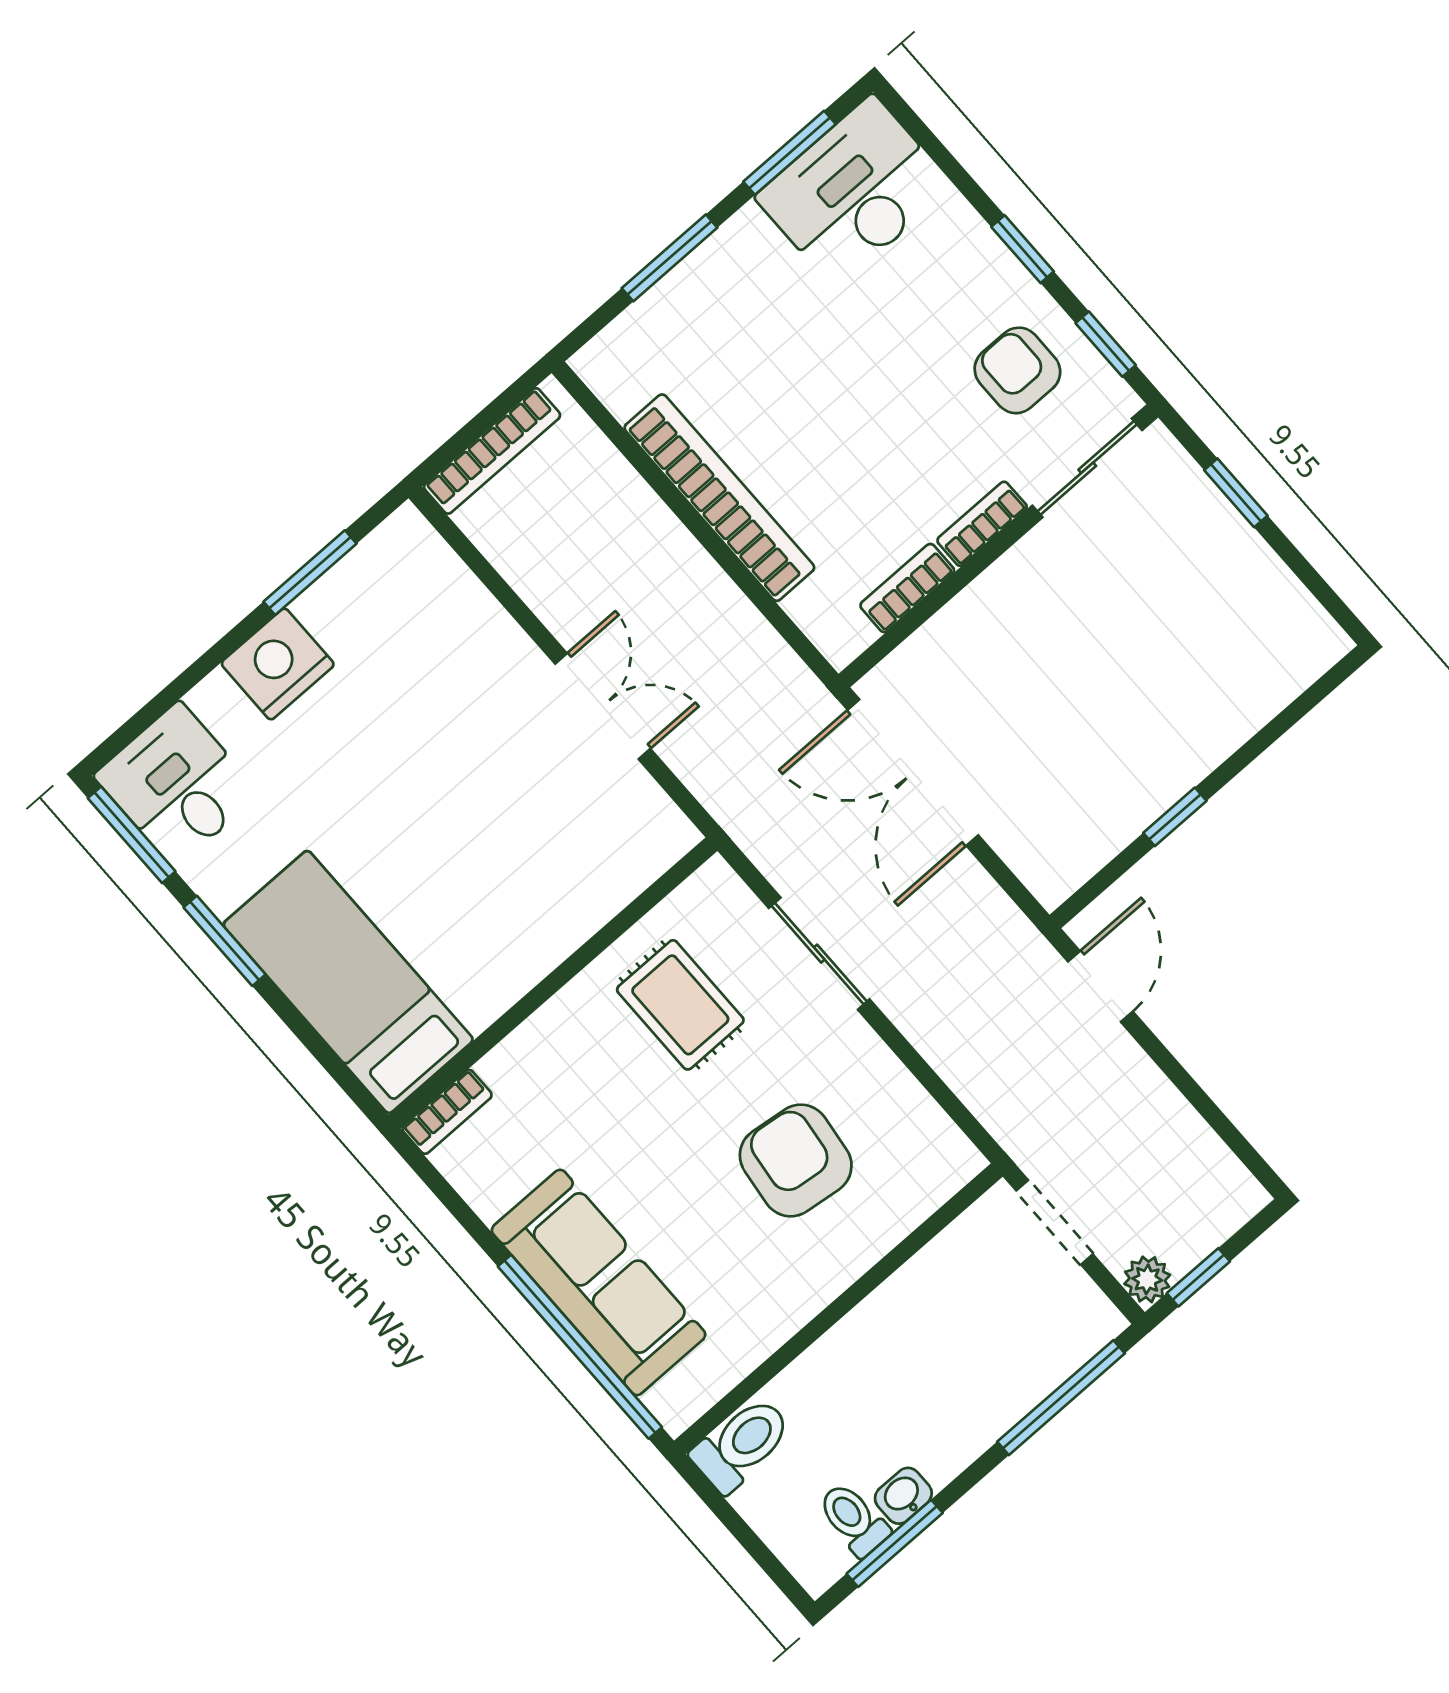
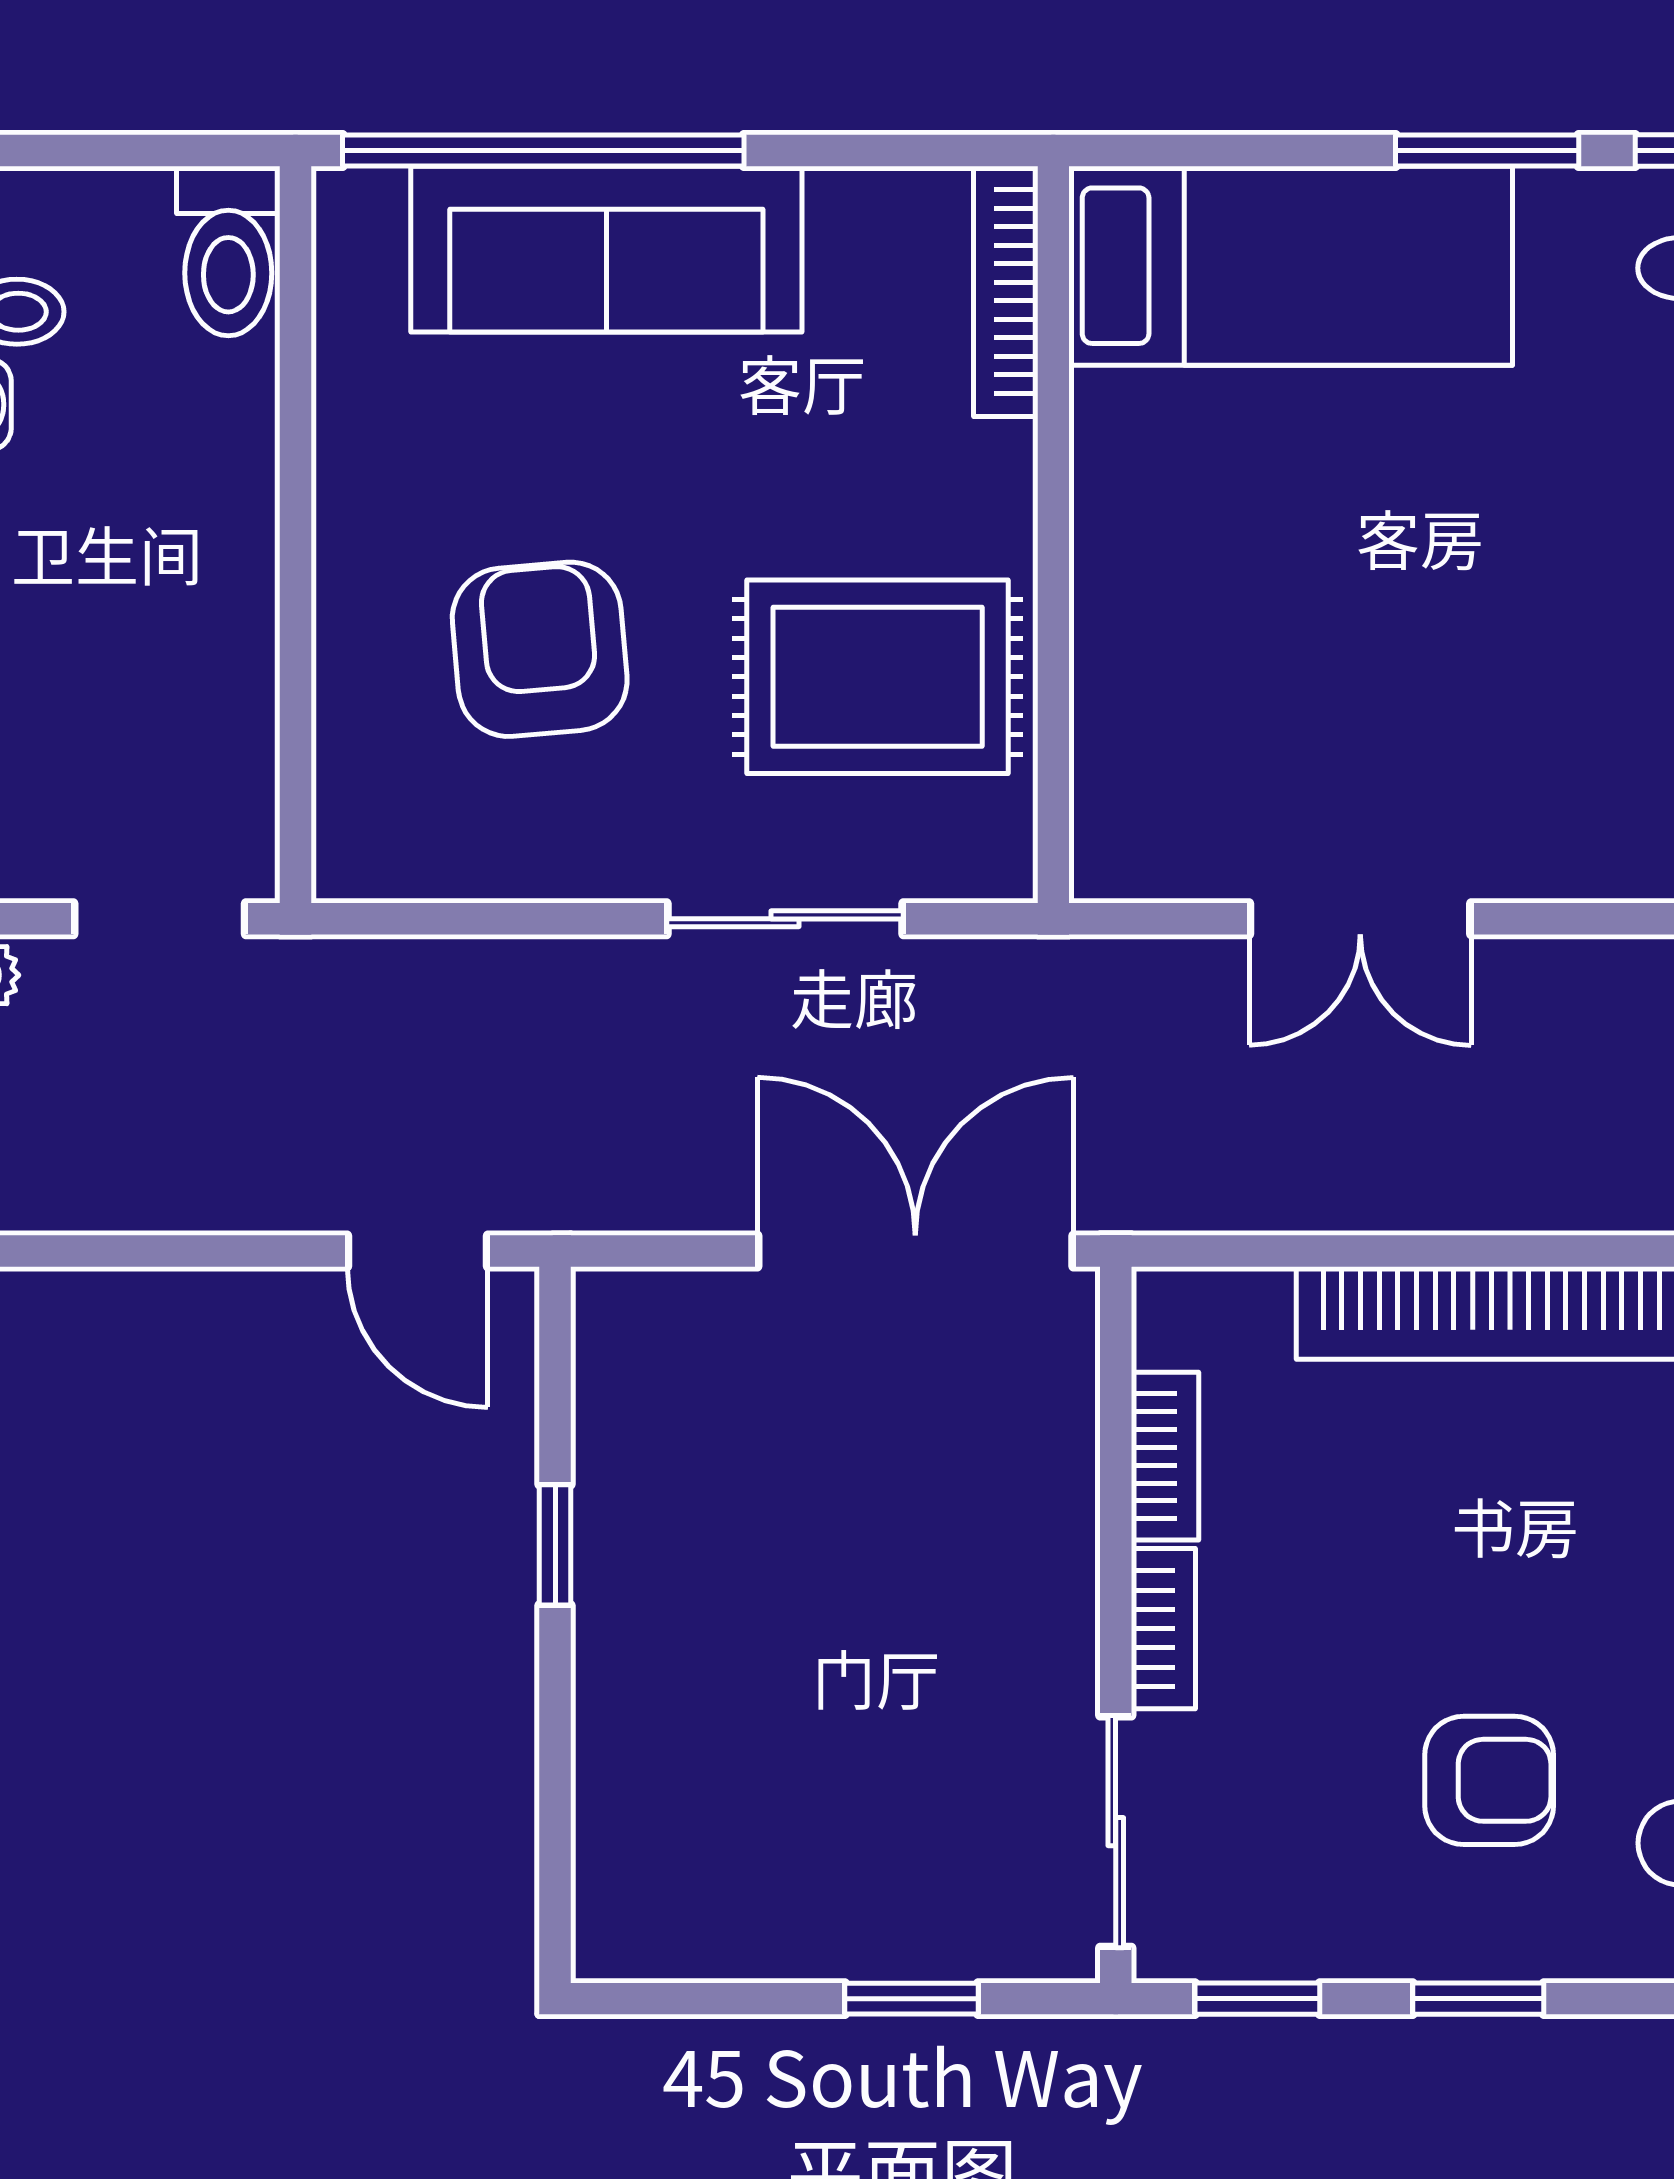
armchair: (1017, 370) -> (1489, 1780), moved
rug: (680, 1005) -> (878, 677), width x1.36, depth x1.43
bookcase: (447, 1112) -> (1006, 291), width x1.56
armchair: (796, 1160) -> (540, 649), turned -102

